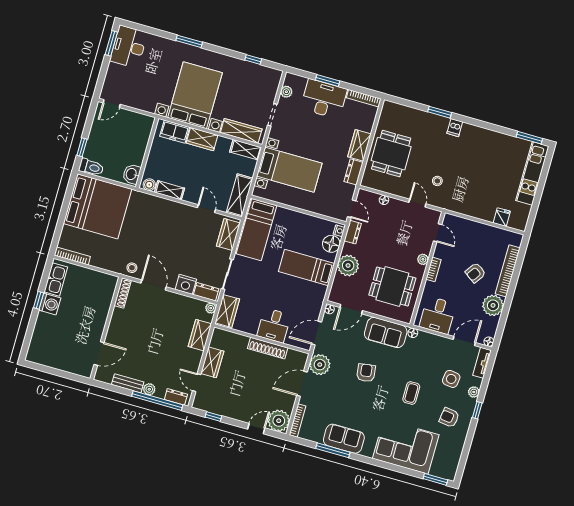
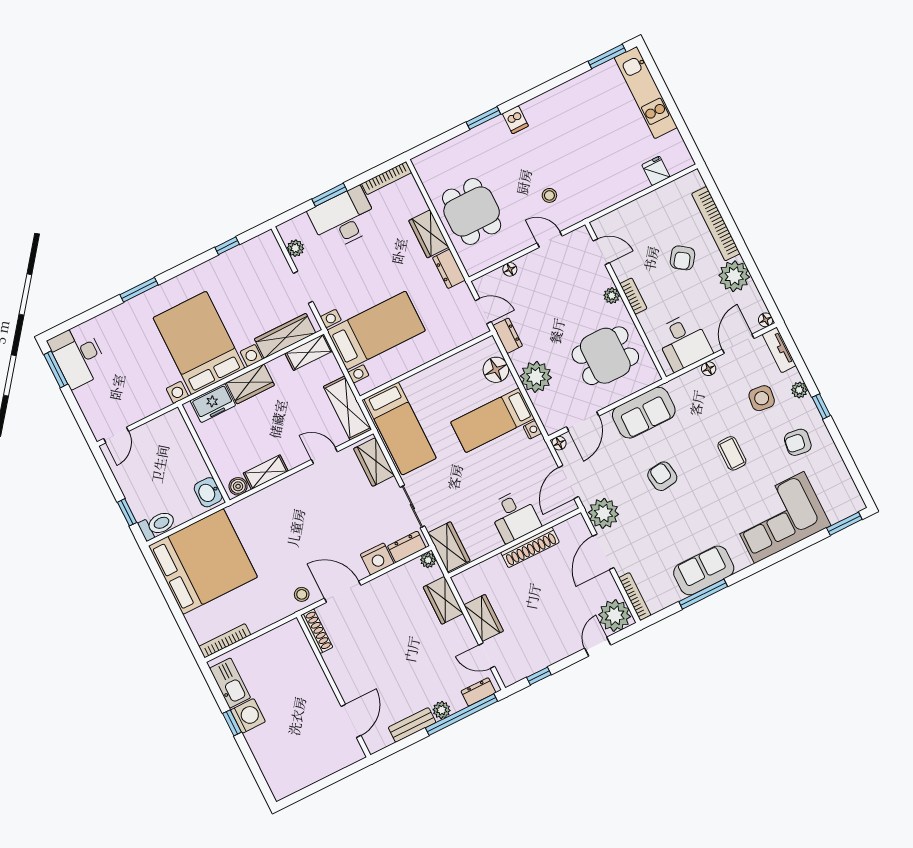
nightstand: (339, 231) -> (532, 430), moved
floor lamp: (413, 333) -> (709, 369), moved

